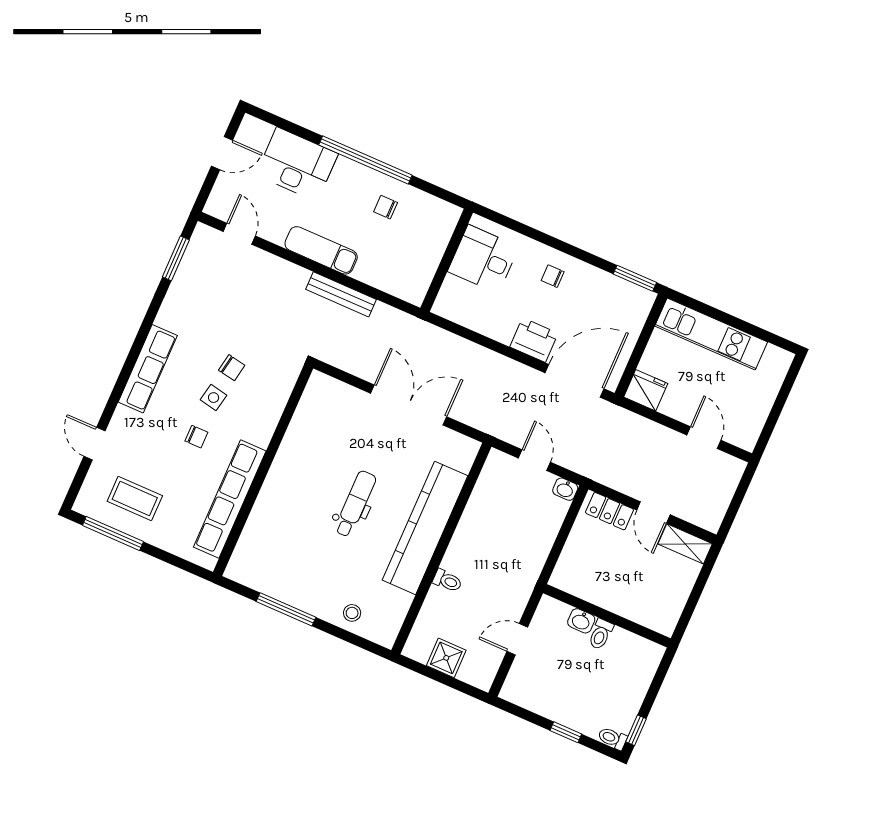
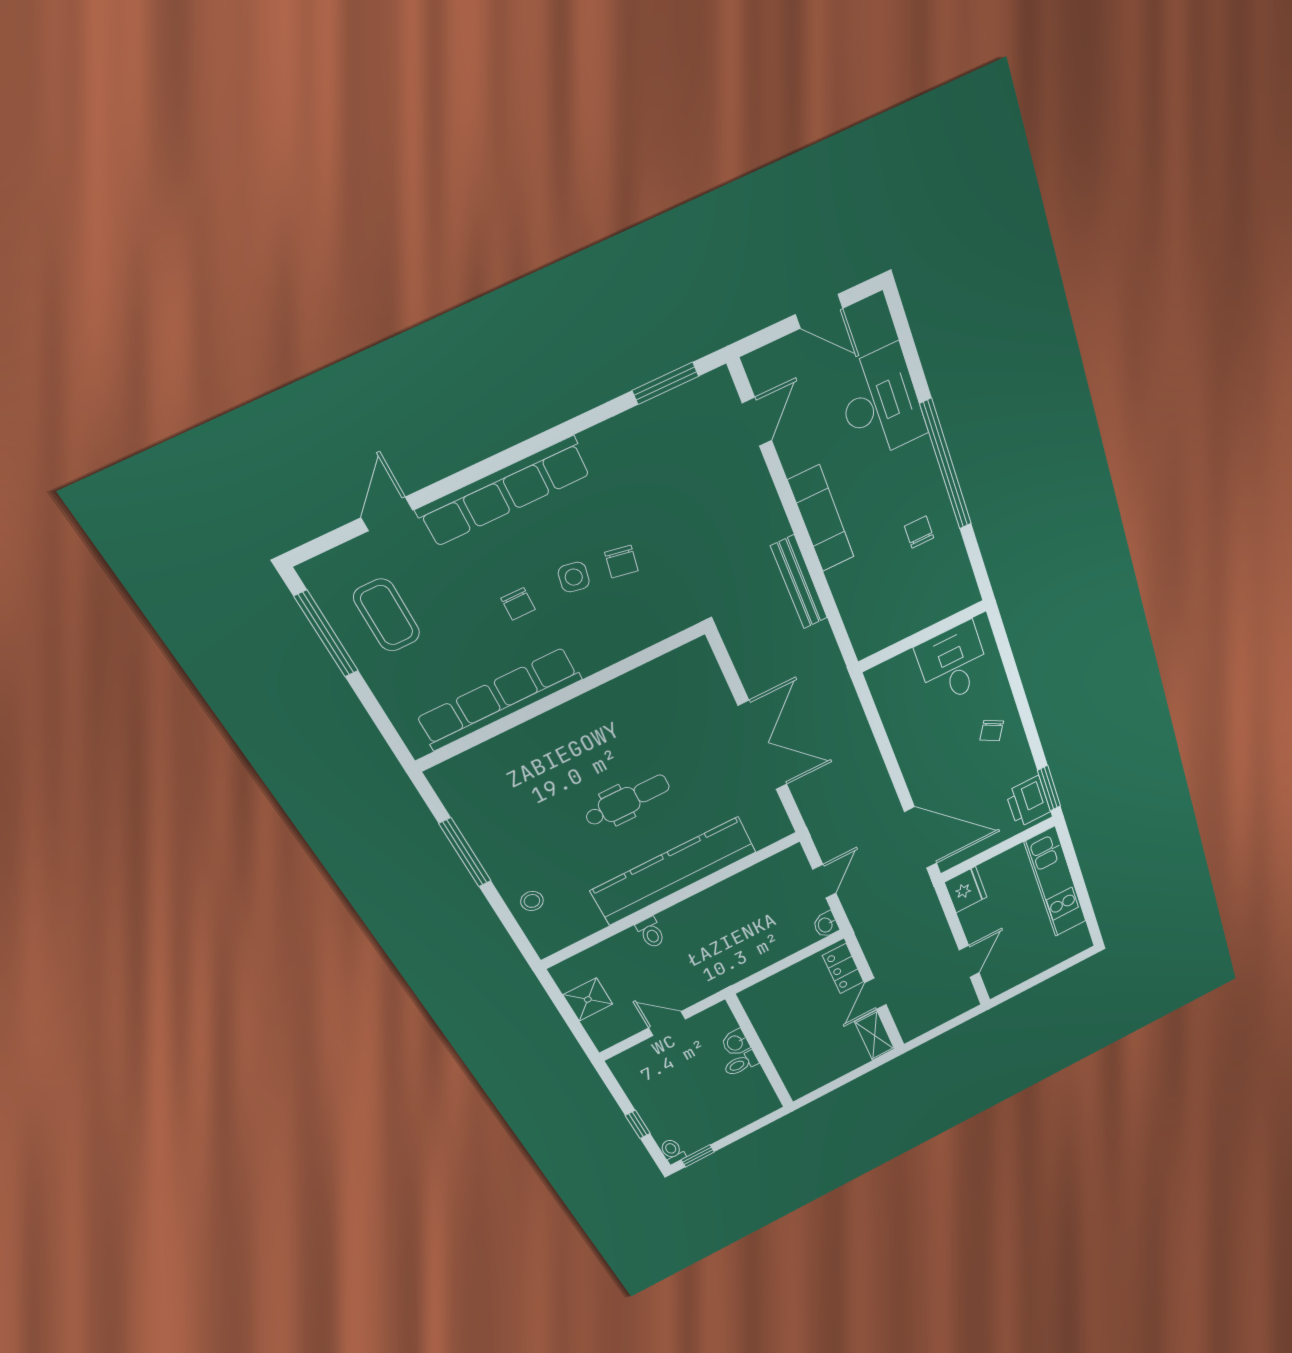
chair: (553, 276) -> (992, 731), turned -150
printer: (534, 340) -> (1028, 802), moved, turned 180
row of seats: (148, 369) -> (504, 491), width x1.36

